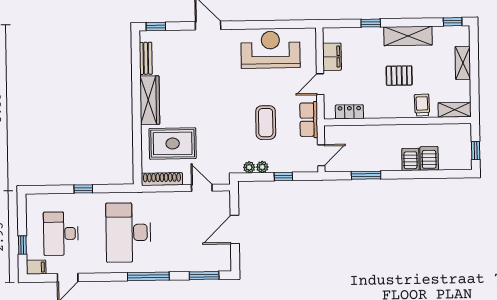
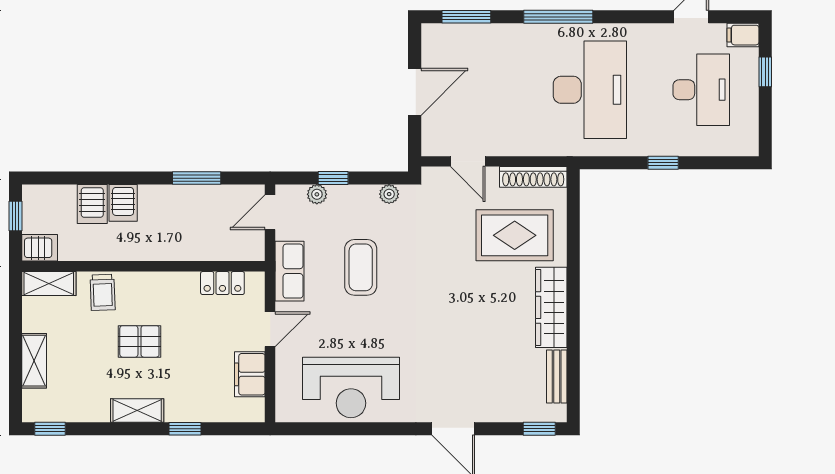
shelving: (408, 36) -> (137, 410), width x0.67, depth x0.75
server rack: (461, 131) -> (40, 248), added
plant: (262, 167) -> (317, 194), moved

